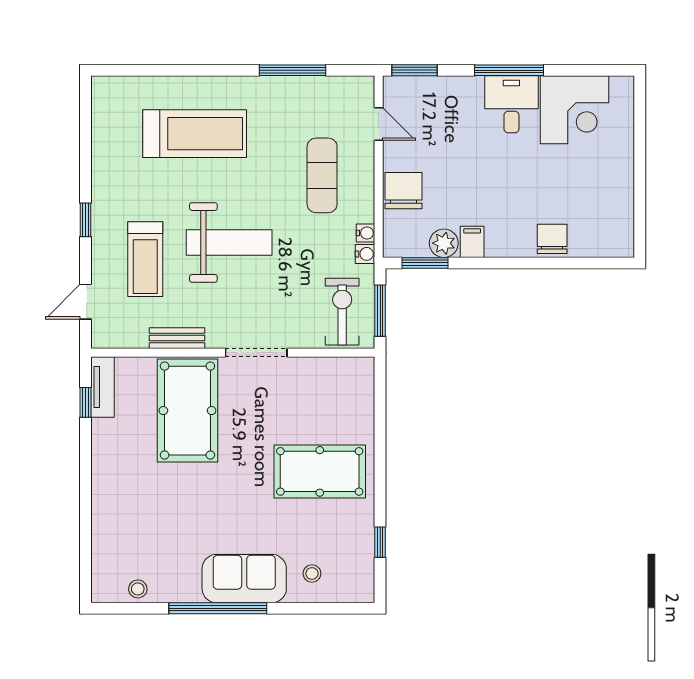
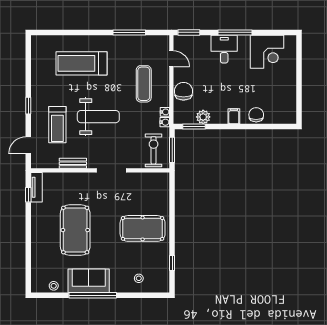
desk: (511, 104) -> (224, 49), moved
treadmill: (195, 134) -> (81, 63), turned 180
filing cabinet: (472, 242) -> (234, 116), moved
pool table: (187, 411) -> (75, 230), moved
sofa: (244, 579) -> (89, 281), moved

